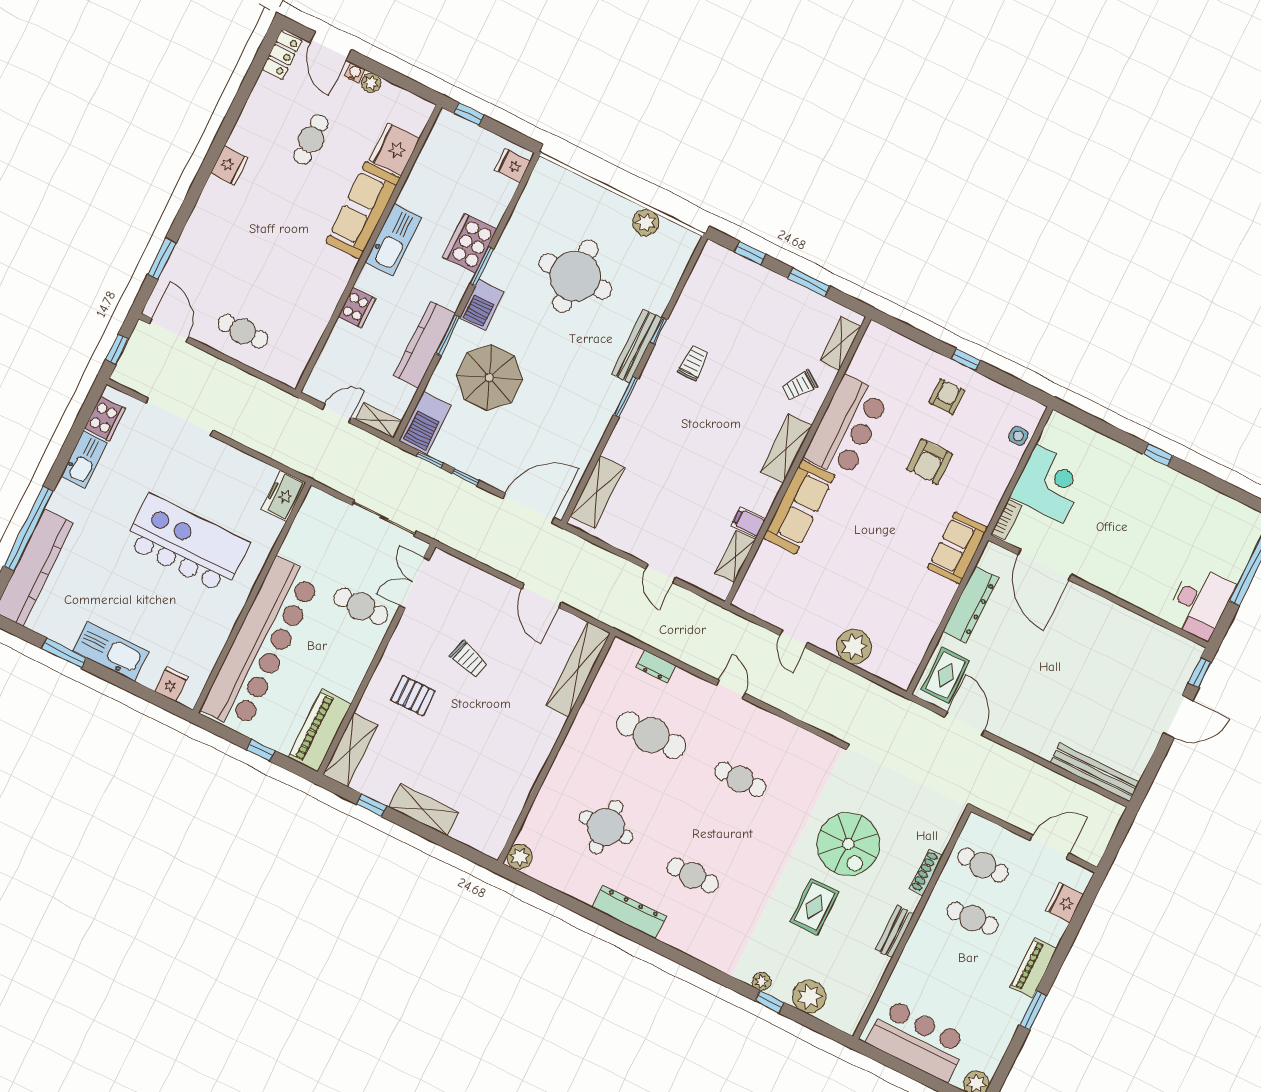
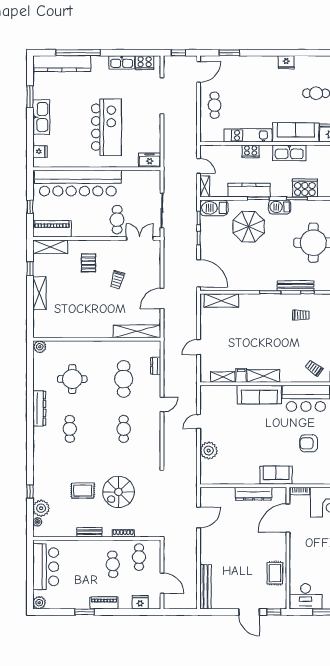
kitchen unit: (326, 298) -> (248, 135), added
shelving: (786, 448) -> (263, 376), moved
rug: (945, 675) -> (275, 573), moved, turned 90
plant: (762, 981) -> (37, 522), moved

